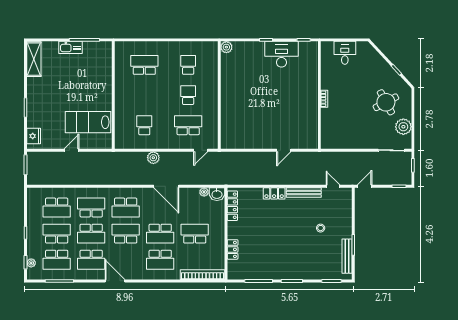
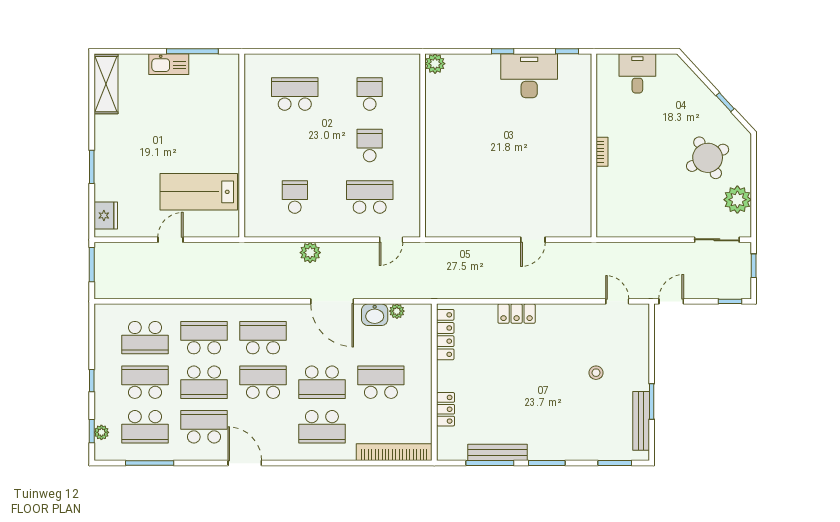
bench: (304, 193) -> (497, 452), moved
washbasin: (217, 194) -> (375, 315), moved
school desk: (126, 208) -> (263, 338), turned 180
school desk: (91, 260) -> (204, 427), turned 180

